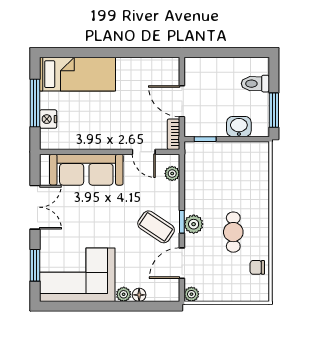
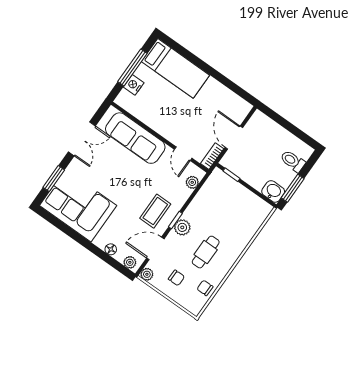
washbasin: (239, 127) -> (273, 191), moved
coffee table: (156, 227) -> (155, 211), turned 56
chair: (223, 277) -> (176, 278), added
plant: (124, 294) -> (130, 262), moved

